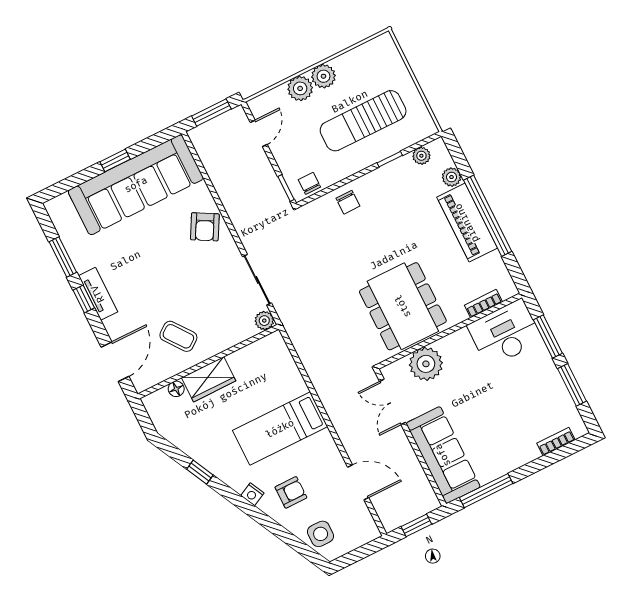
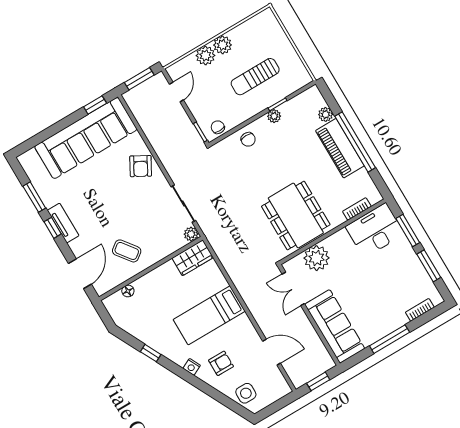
sun lounger: (363, 121) -> (255, 77), width x0.73, depth x0.75
plant: (421, 156) -> (274, 116), moved
window: (115, 160) -> (95, 105), moved
wardrobe: (209, 379) -> (193, 258), moved
window: (486, 491) -> (390, 339), moved

